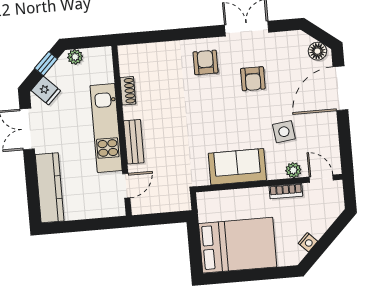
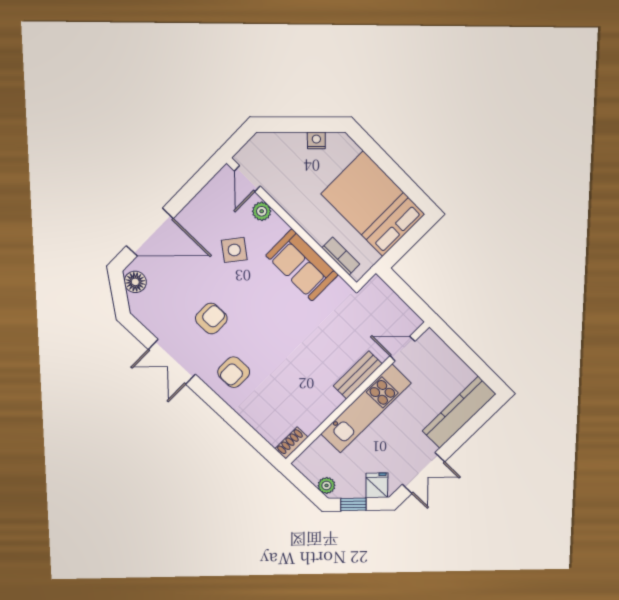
shoe rack: (128, 91) -> (291, 443), moved
side table: (284, 132) -> (234, 250), turned 45
bookcase: (286, 191) -> (341, 256), moved

